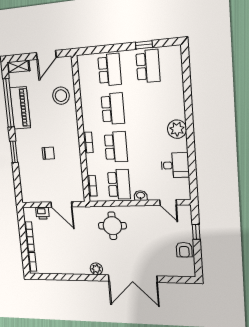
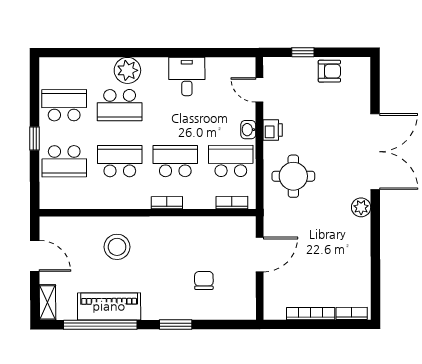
window: (144, 45) -> (35, 139), moved
school desk: (110, 70) -> (64, 161), turned 180
stool: (61, 96) -> (117, 247), moved
school desk: (151, 106) -> (120, 105), added
plant: (177, 129) -> (127, 70), moved
chair: (48, 153) -> (204, 280), moved
desk: (175, 165) -> (187, 76), moved
door: (168, 203) -> (259, 90), swing flipped
printer: (43, 213) -> (273, 130), moved

